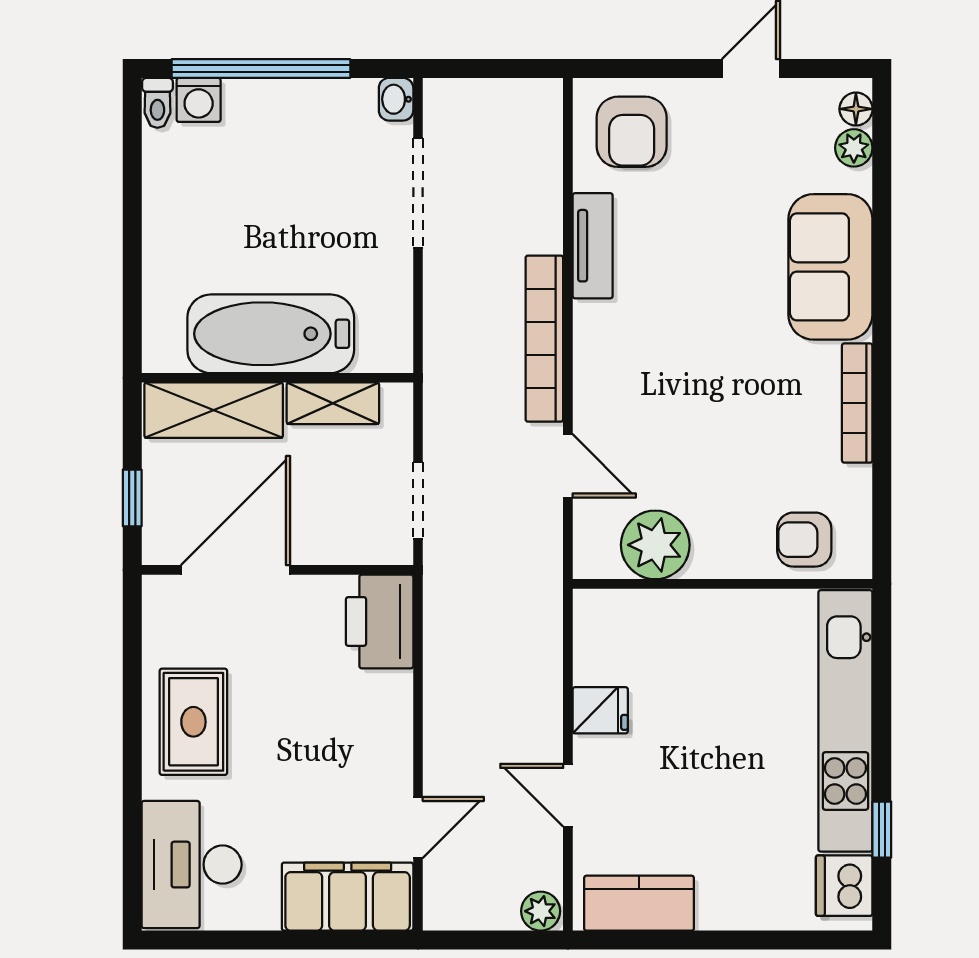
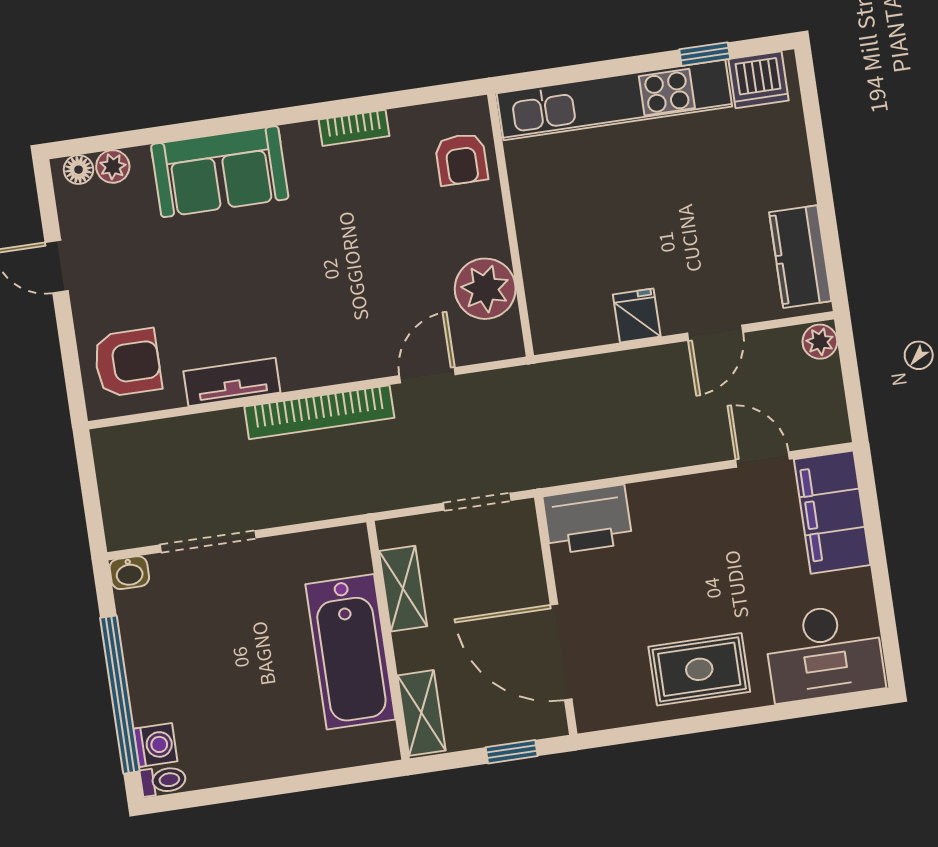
bookcase: (857, 403) -> (354, 128), width x0.64
shelving: (214, 410) -> (421, 713), width x0.67, depth x0.75

